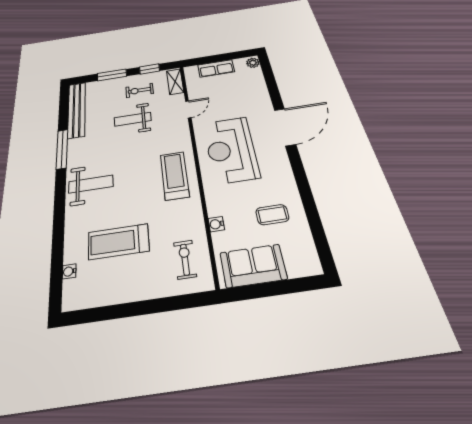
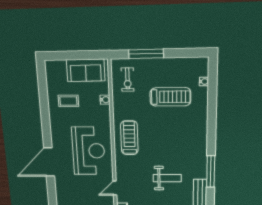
weight bench: (133, 119) -> (167, 178), moved
treadmill: (175, 175) -> (129, 138), turned 180
weight bench: (91, 184) -> (189, 140), removed
window: (159, 305) -> (146, 54), added

